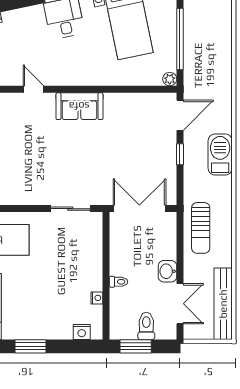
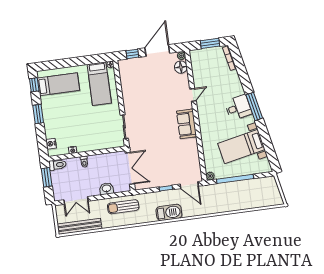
washbasin: (167, 271) -> (106, 189), moved
toilet: (146, 326) -> (58, 165), moved

